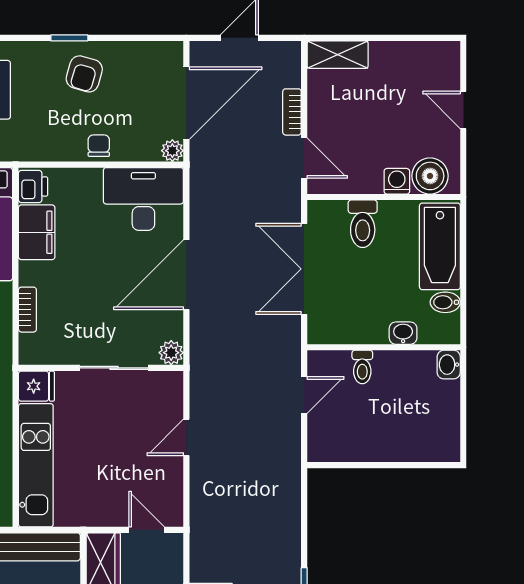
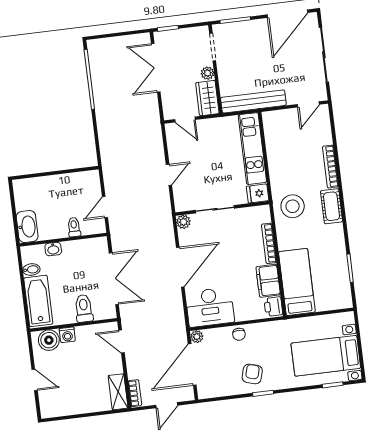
shelving: (338, 55) -> (118, 392), moved, turned 90
bookcase: (292, 112) -> (135, 393), moved
bookcase: (27, 310) -> (269, 243), width x1.56
washbasin: (449, 365) -> (27, 227), width x1.91, depth x1.45

